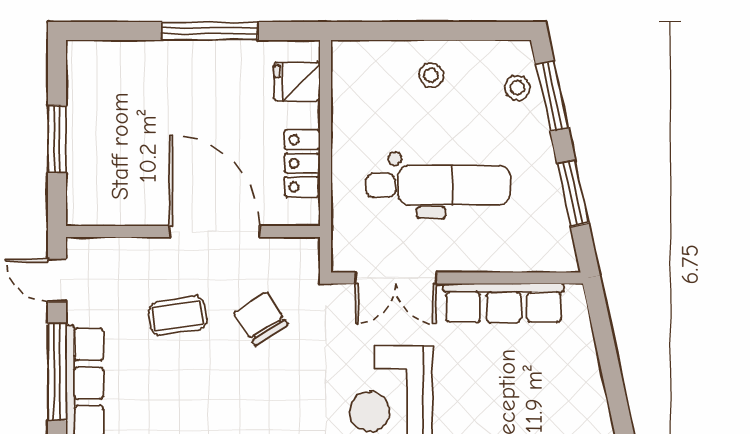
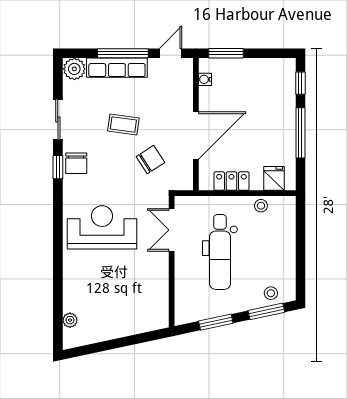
window: (114, 31) -> (300, 83), added
stool: (431, 75) -> (261, 206), moved
window: (57, 139) -> (226, 53), moved
water cooler: (107, 214) -> (205, 79), added
row of seats: (503, 303) -> (159, 286), removed
coffee table: (178, 316) -> (123, 125), moved, turned -73

